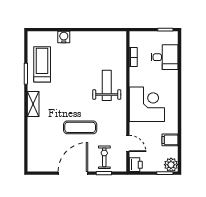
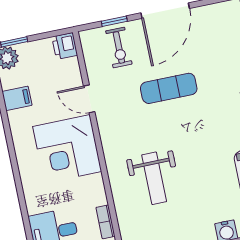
weight bench: (107, 85) -> (154, 178), moved
door: (128, 143) -> (89, 99), moved

